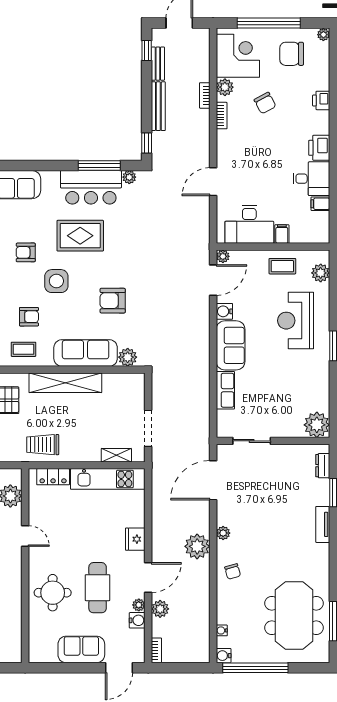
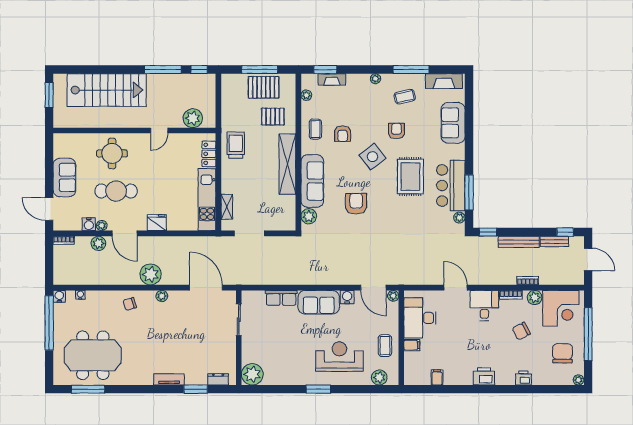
desk: (311, 179) -> (484, 306), moved, turned 180
side table: (56, 281) -> (372, 157), turned -38

